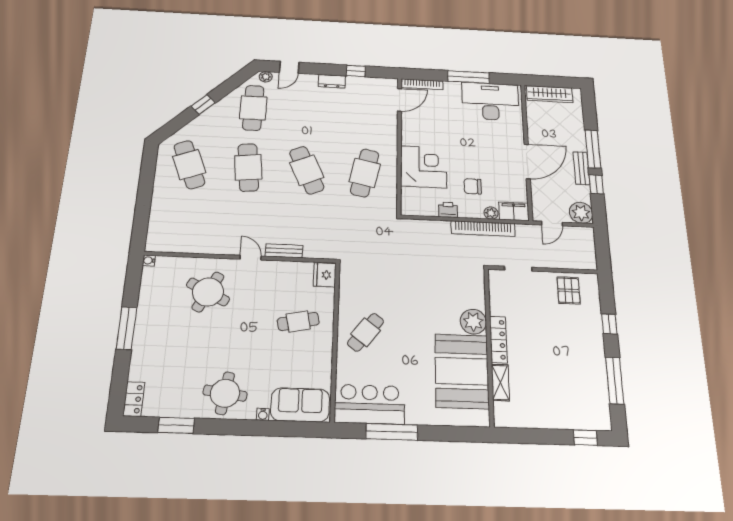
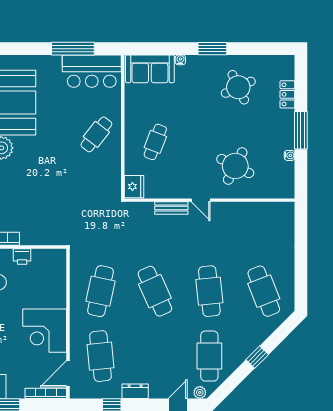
cafe table: (366, 114) -> (101, 356), added
corner desk: (424, 167) -> (45, 331), moved
water cooler: (149, 260) -> (290, 155), moved
cafe table: (298, 322) -> (155, 142), turned -57
round table: (225, 393) -> (238, 87), moved, turned -33
locker: (134, 399) -> (287, 94), moved
window: (176, 425) -> (212, 49), moved

